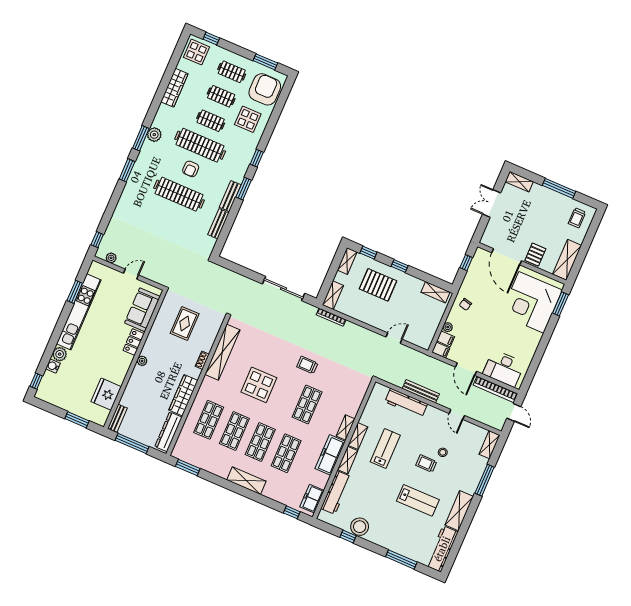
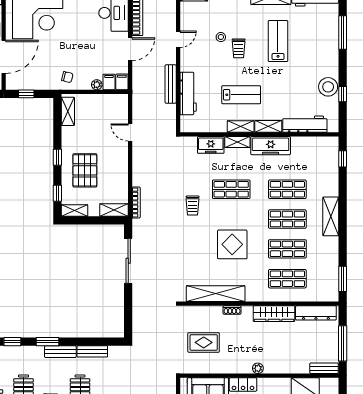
lab bench: (385, 448) -> (241, 95), turned 180
freezer: (312, 499) -> (211, 145), moved

